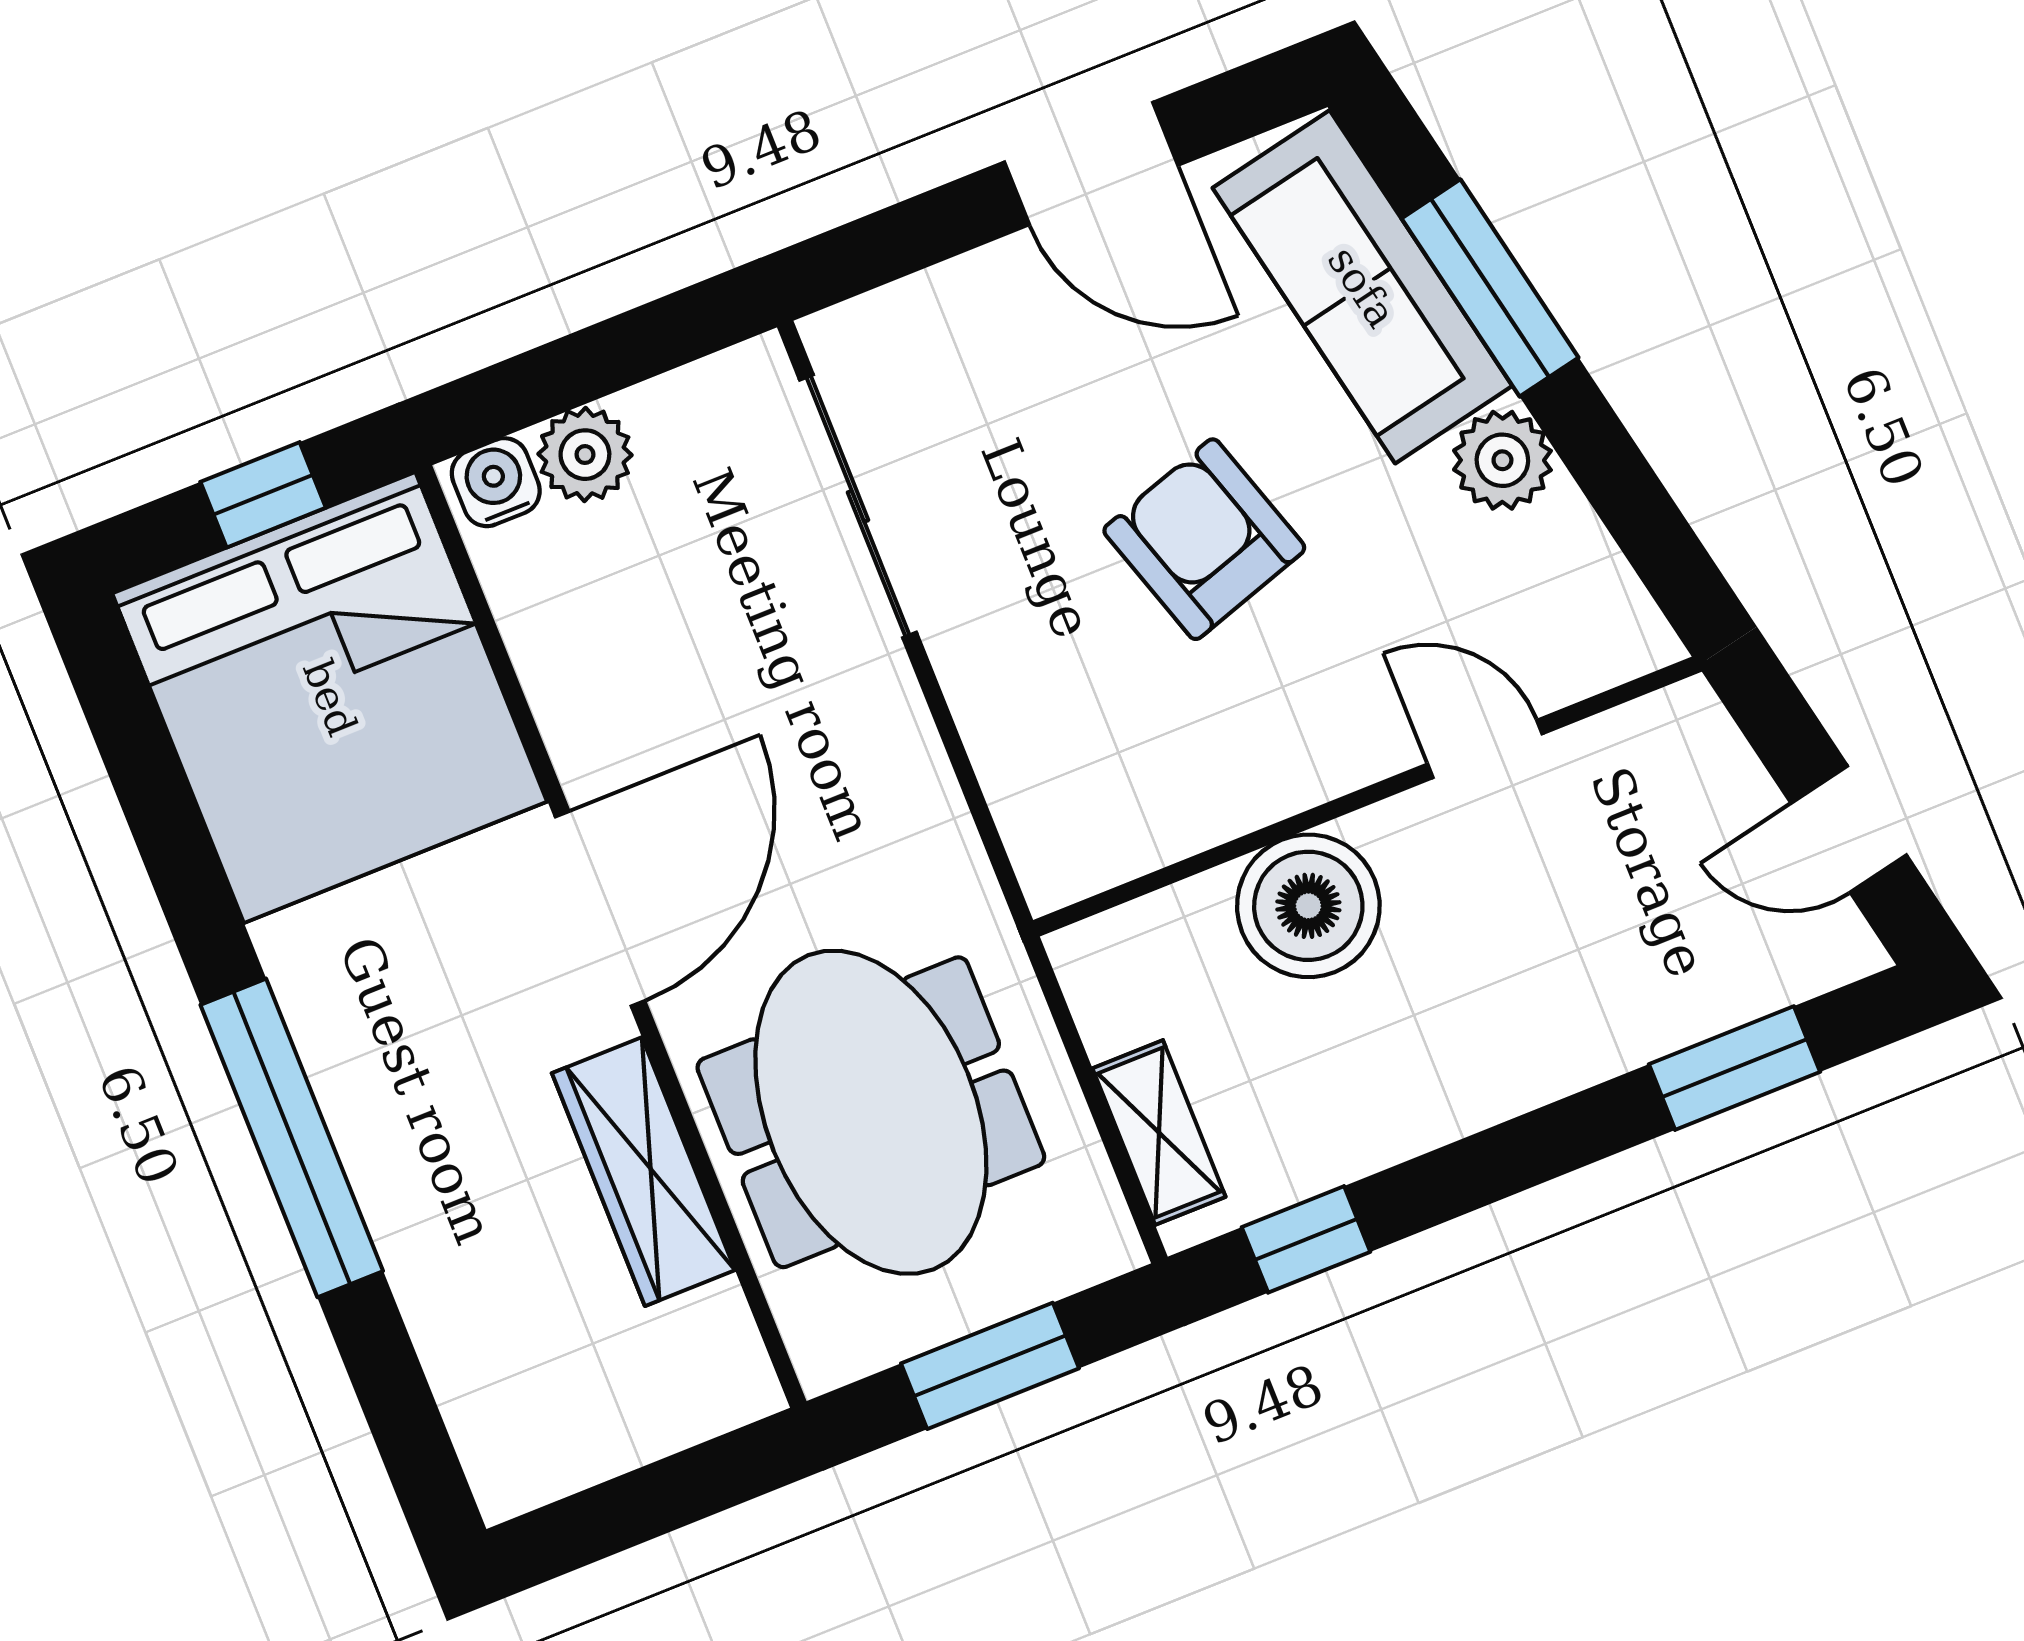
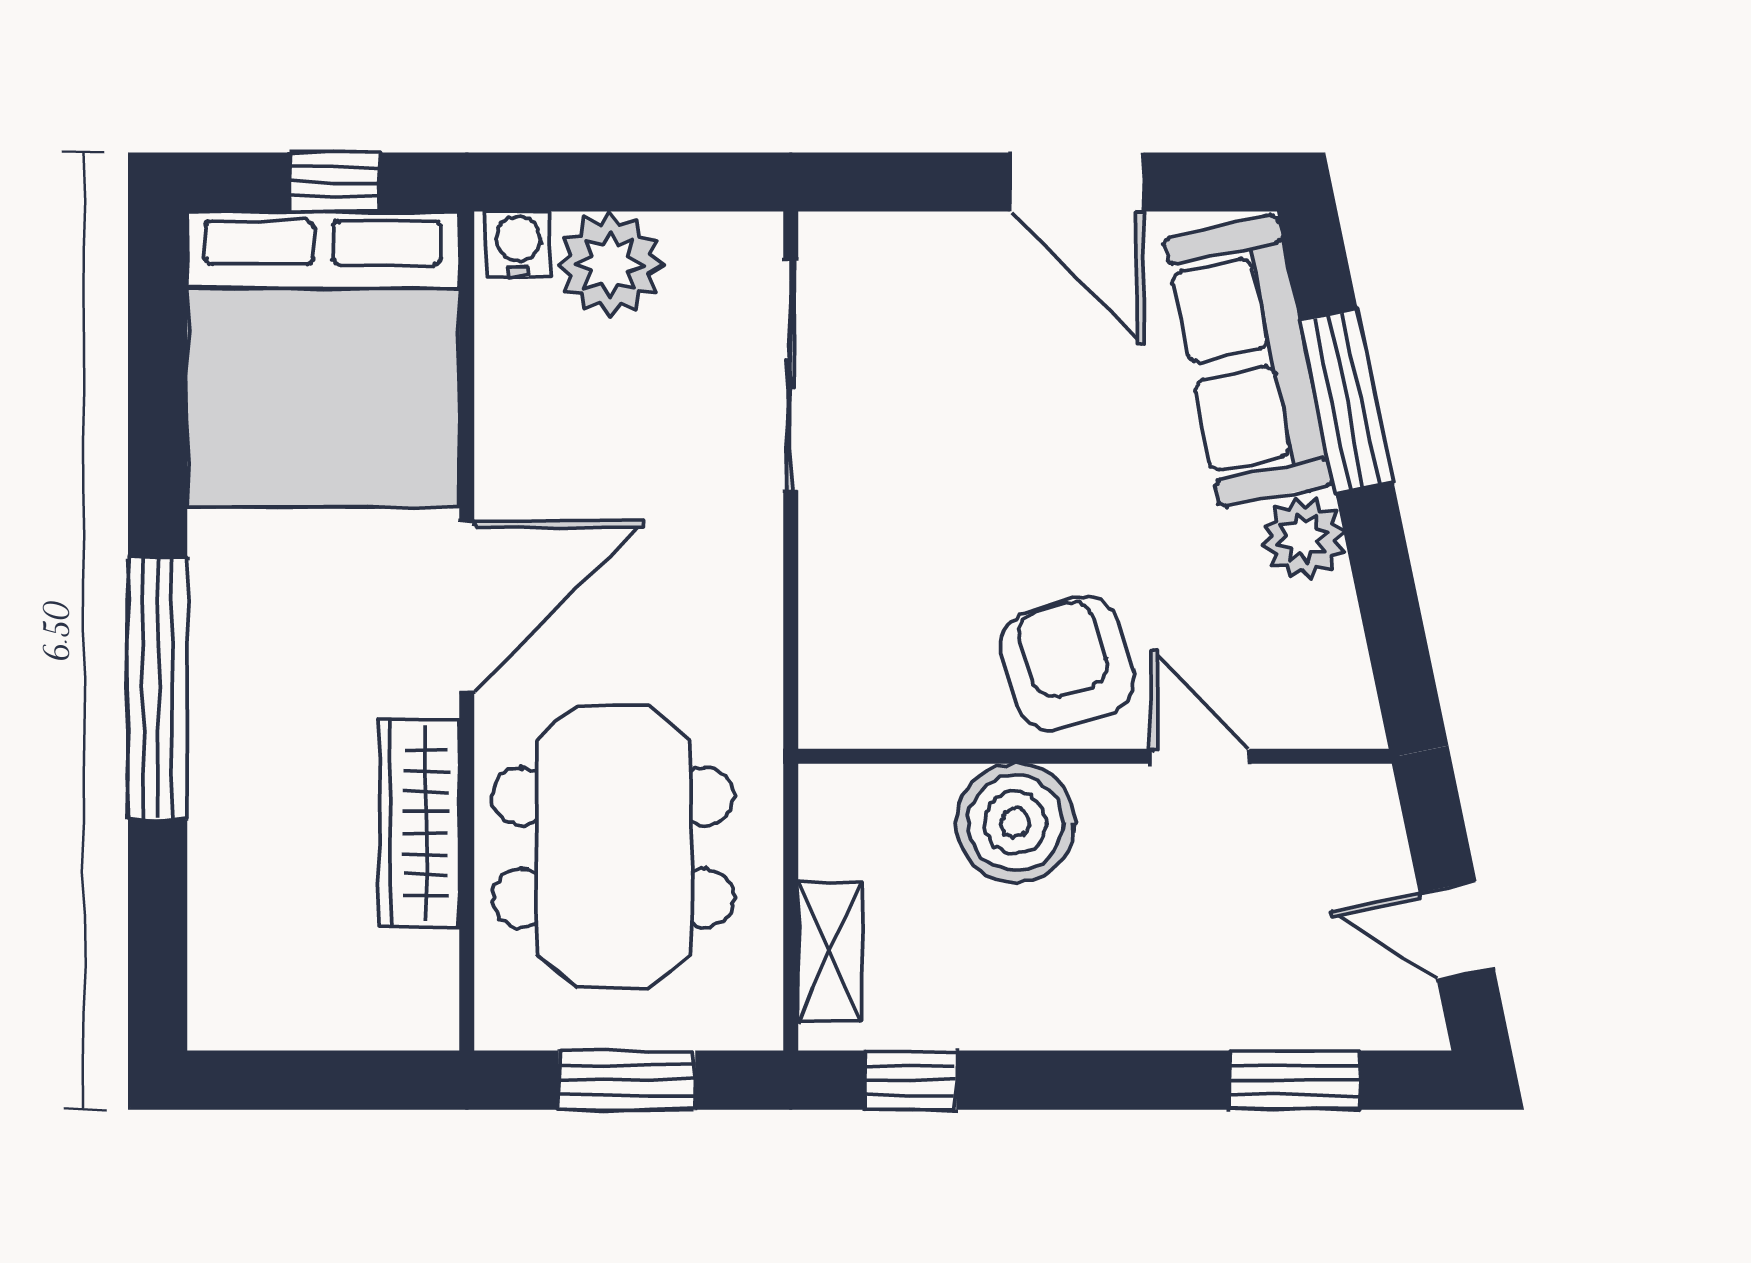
plant: (585, 455) -> (610, 265), width x1.36, depth x1.36
armchair: (1204, 539) -> (1067, 663), moved

